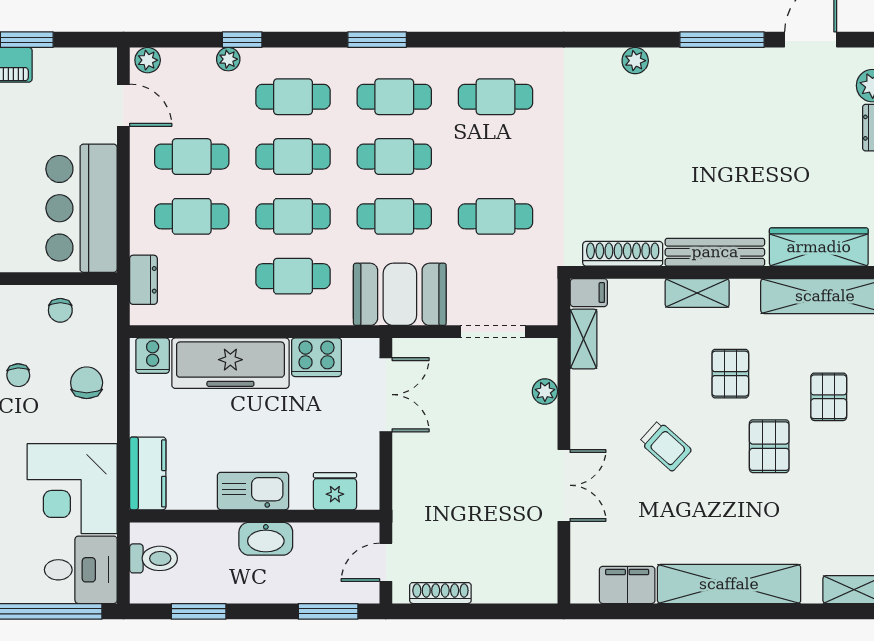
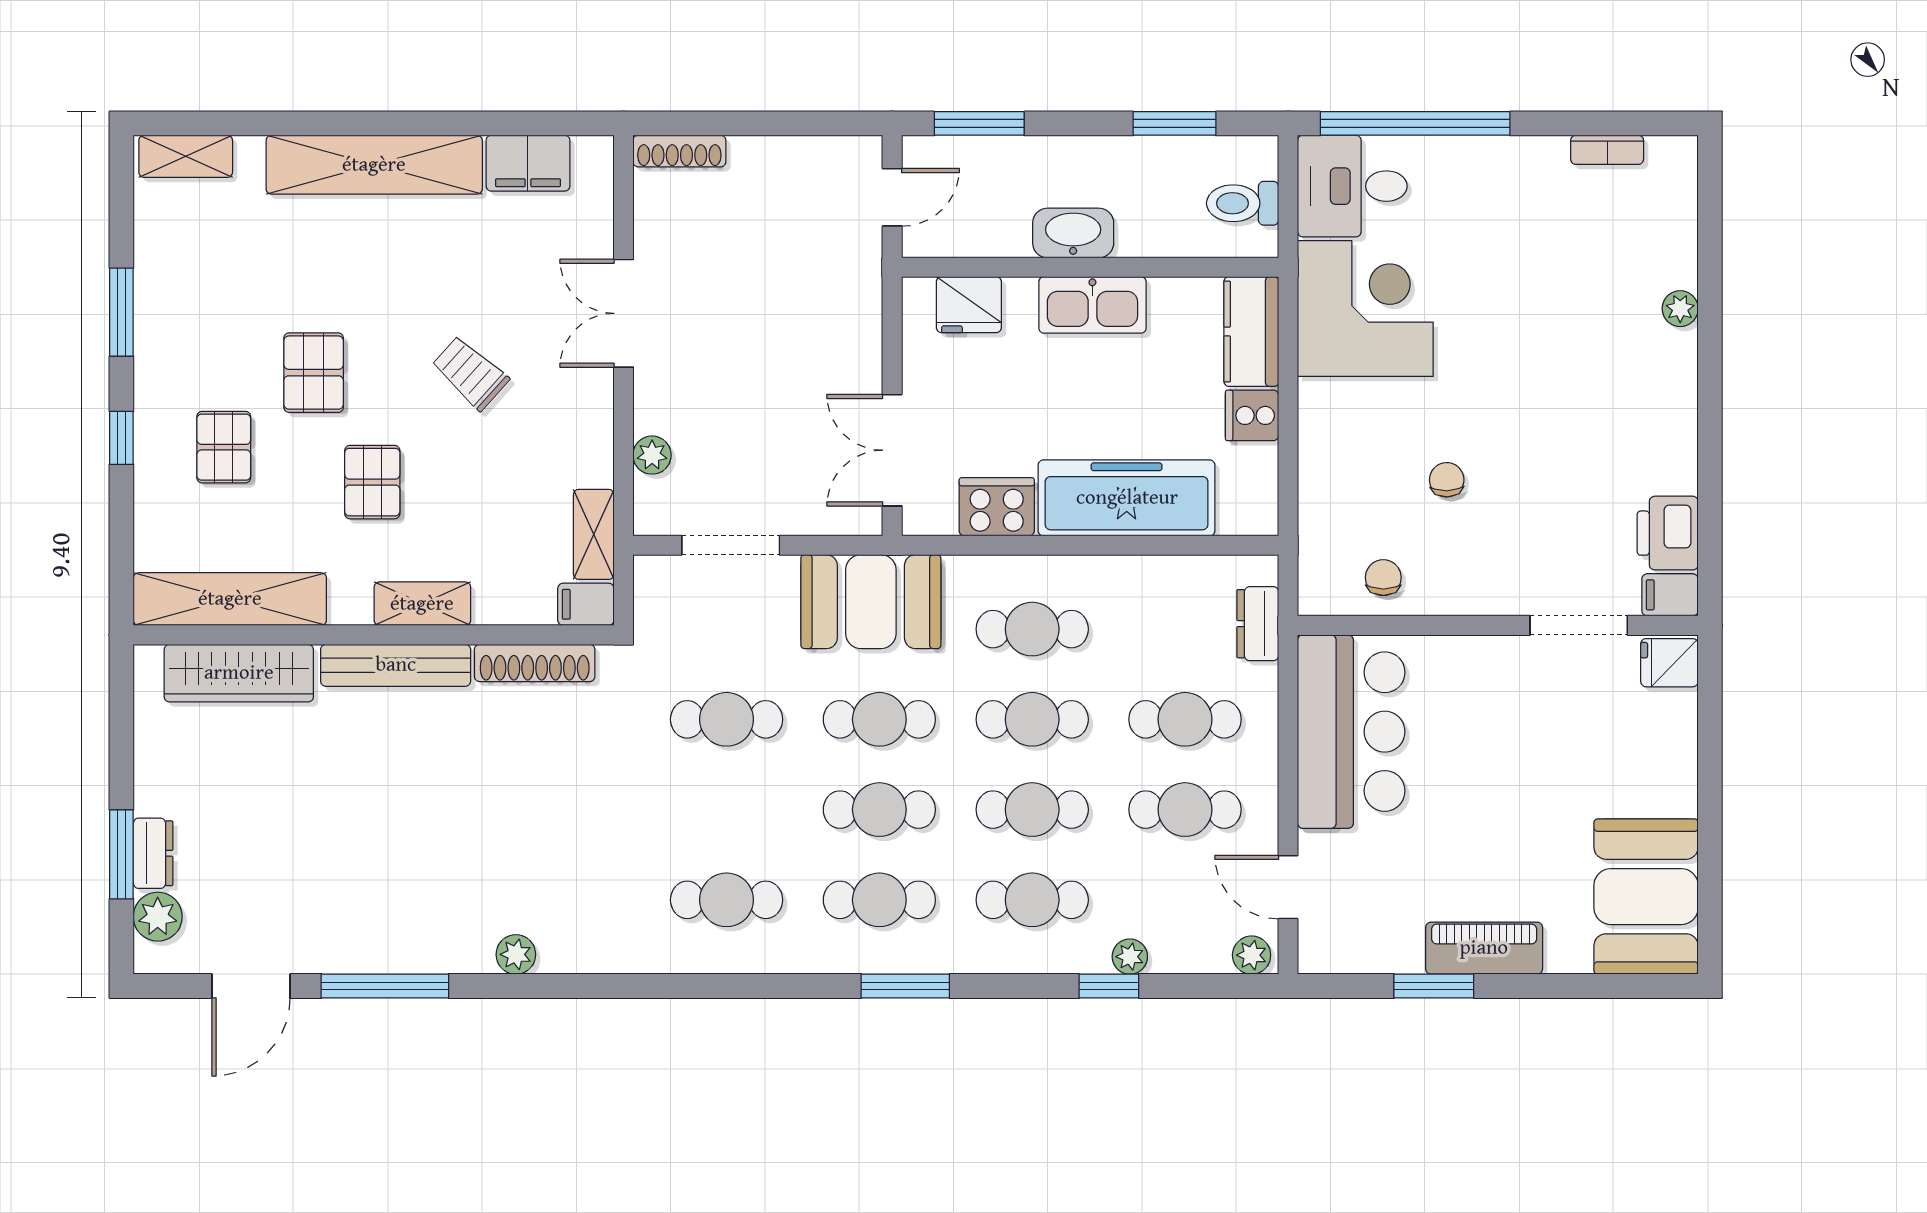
cooker: (153, 356) -> (1252, 415), moved, turned -90
chair: (87, 383) -> (1344, 468), removed
shoe rack: (440, 593) -> (679, 151), moved

